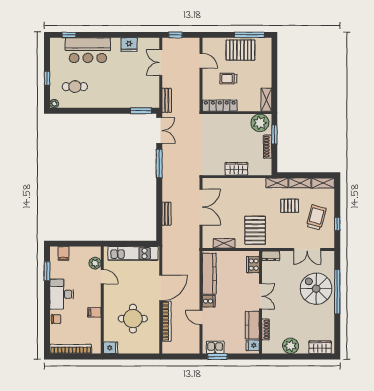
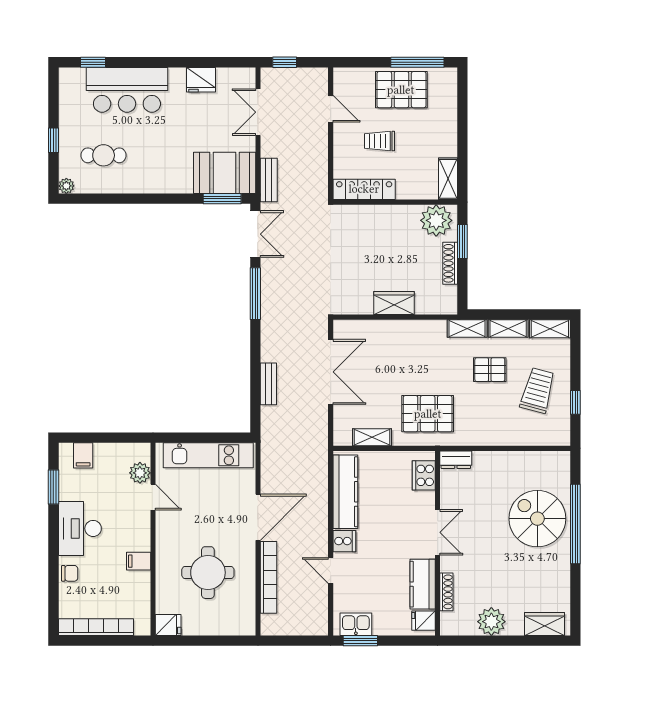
booth: (142, 96) -> (225, 173), added
pallet: (255, 230) -> (428, 414), turned 90
double door: (307, 250) -> (521, 448), removed

